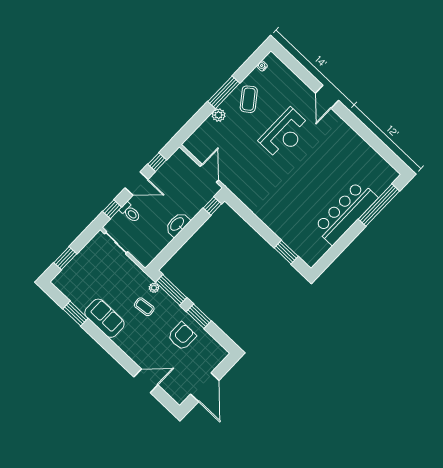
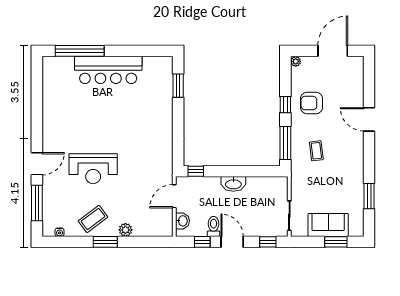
window: (299, 70) -> (37, 203), added
window: (224, 92) -> (105, 242), width x0.69
reception desk: (285, 134) -> (93, 169), turned 180
washbasin: (186, 162) -> (182, 221), added
toilet: (130, 212) -> (214, 226), moved
plant: (154, 288) -> (296, 61), moved
window: (199, 316) -> (285, 105), width x0.67
sofa: (104, 318) -> (328, 225), moved, turned 90
door: (146, 381) -> (369, 119), moved

